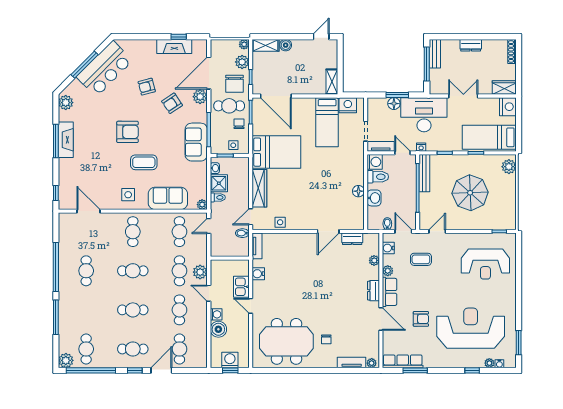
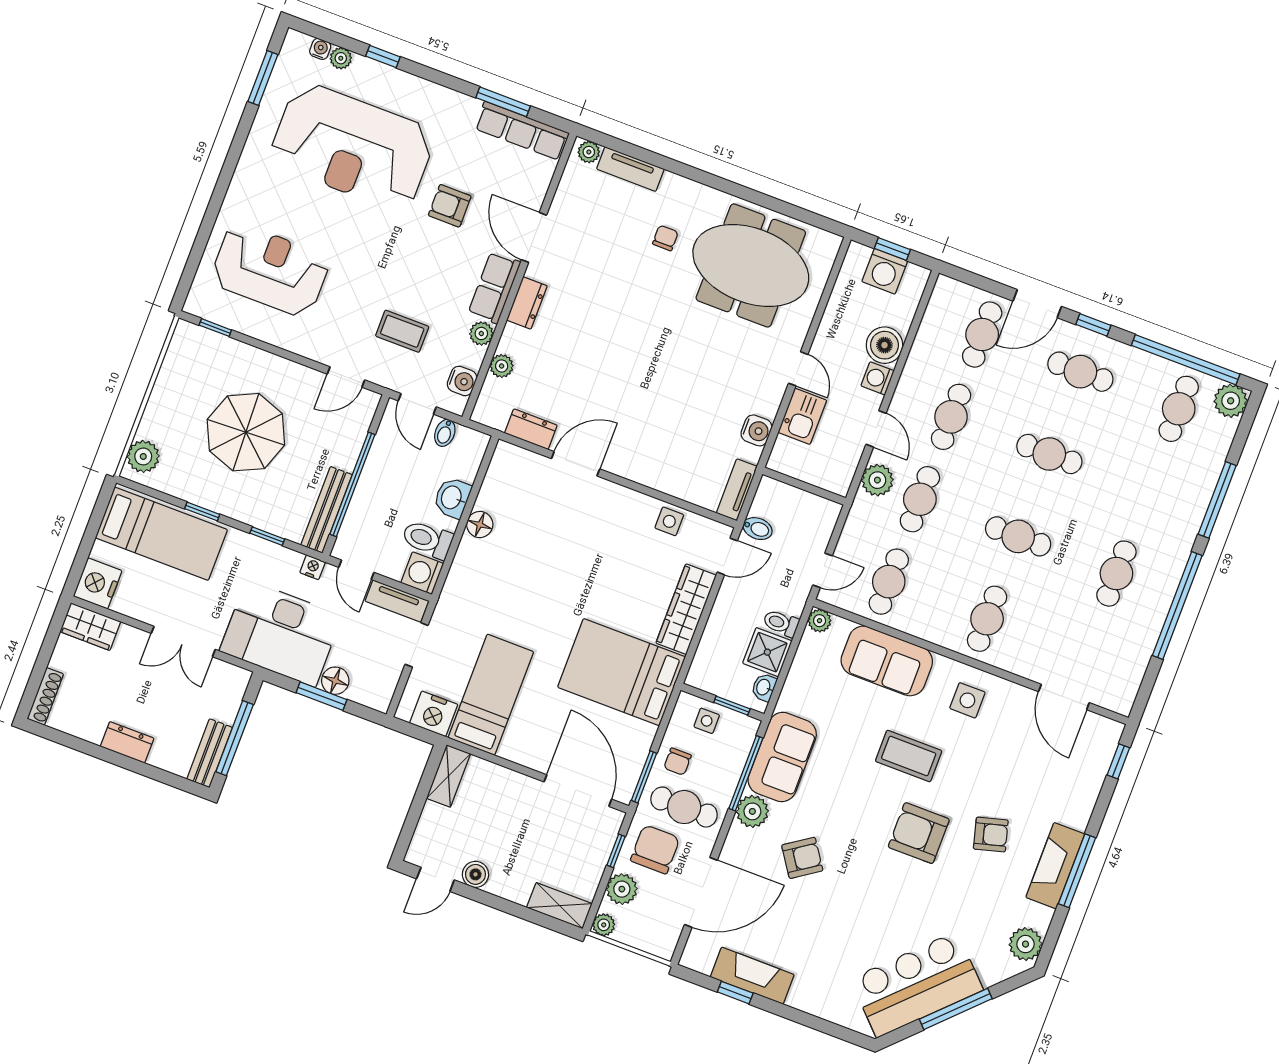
boiler: (286, 45) -> (475, 874), moved
armchair: (147, 87) -> (991, 835), moved
plant: (200, 97) -> (752, 811), moved

